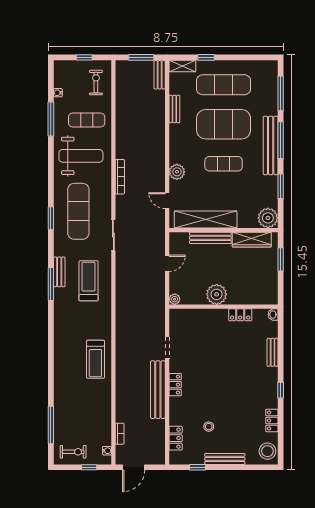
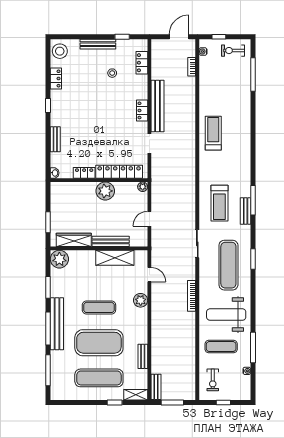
shelving: (206, 219) -> (115, 258), width x0.68
locker: (201, 316) -> (119, 172), added

